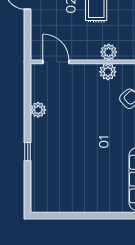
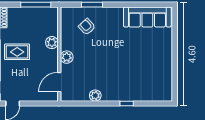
plant: (108, 72) -> (67, 57), moved

